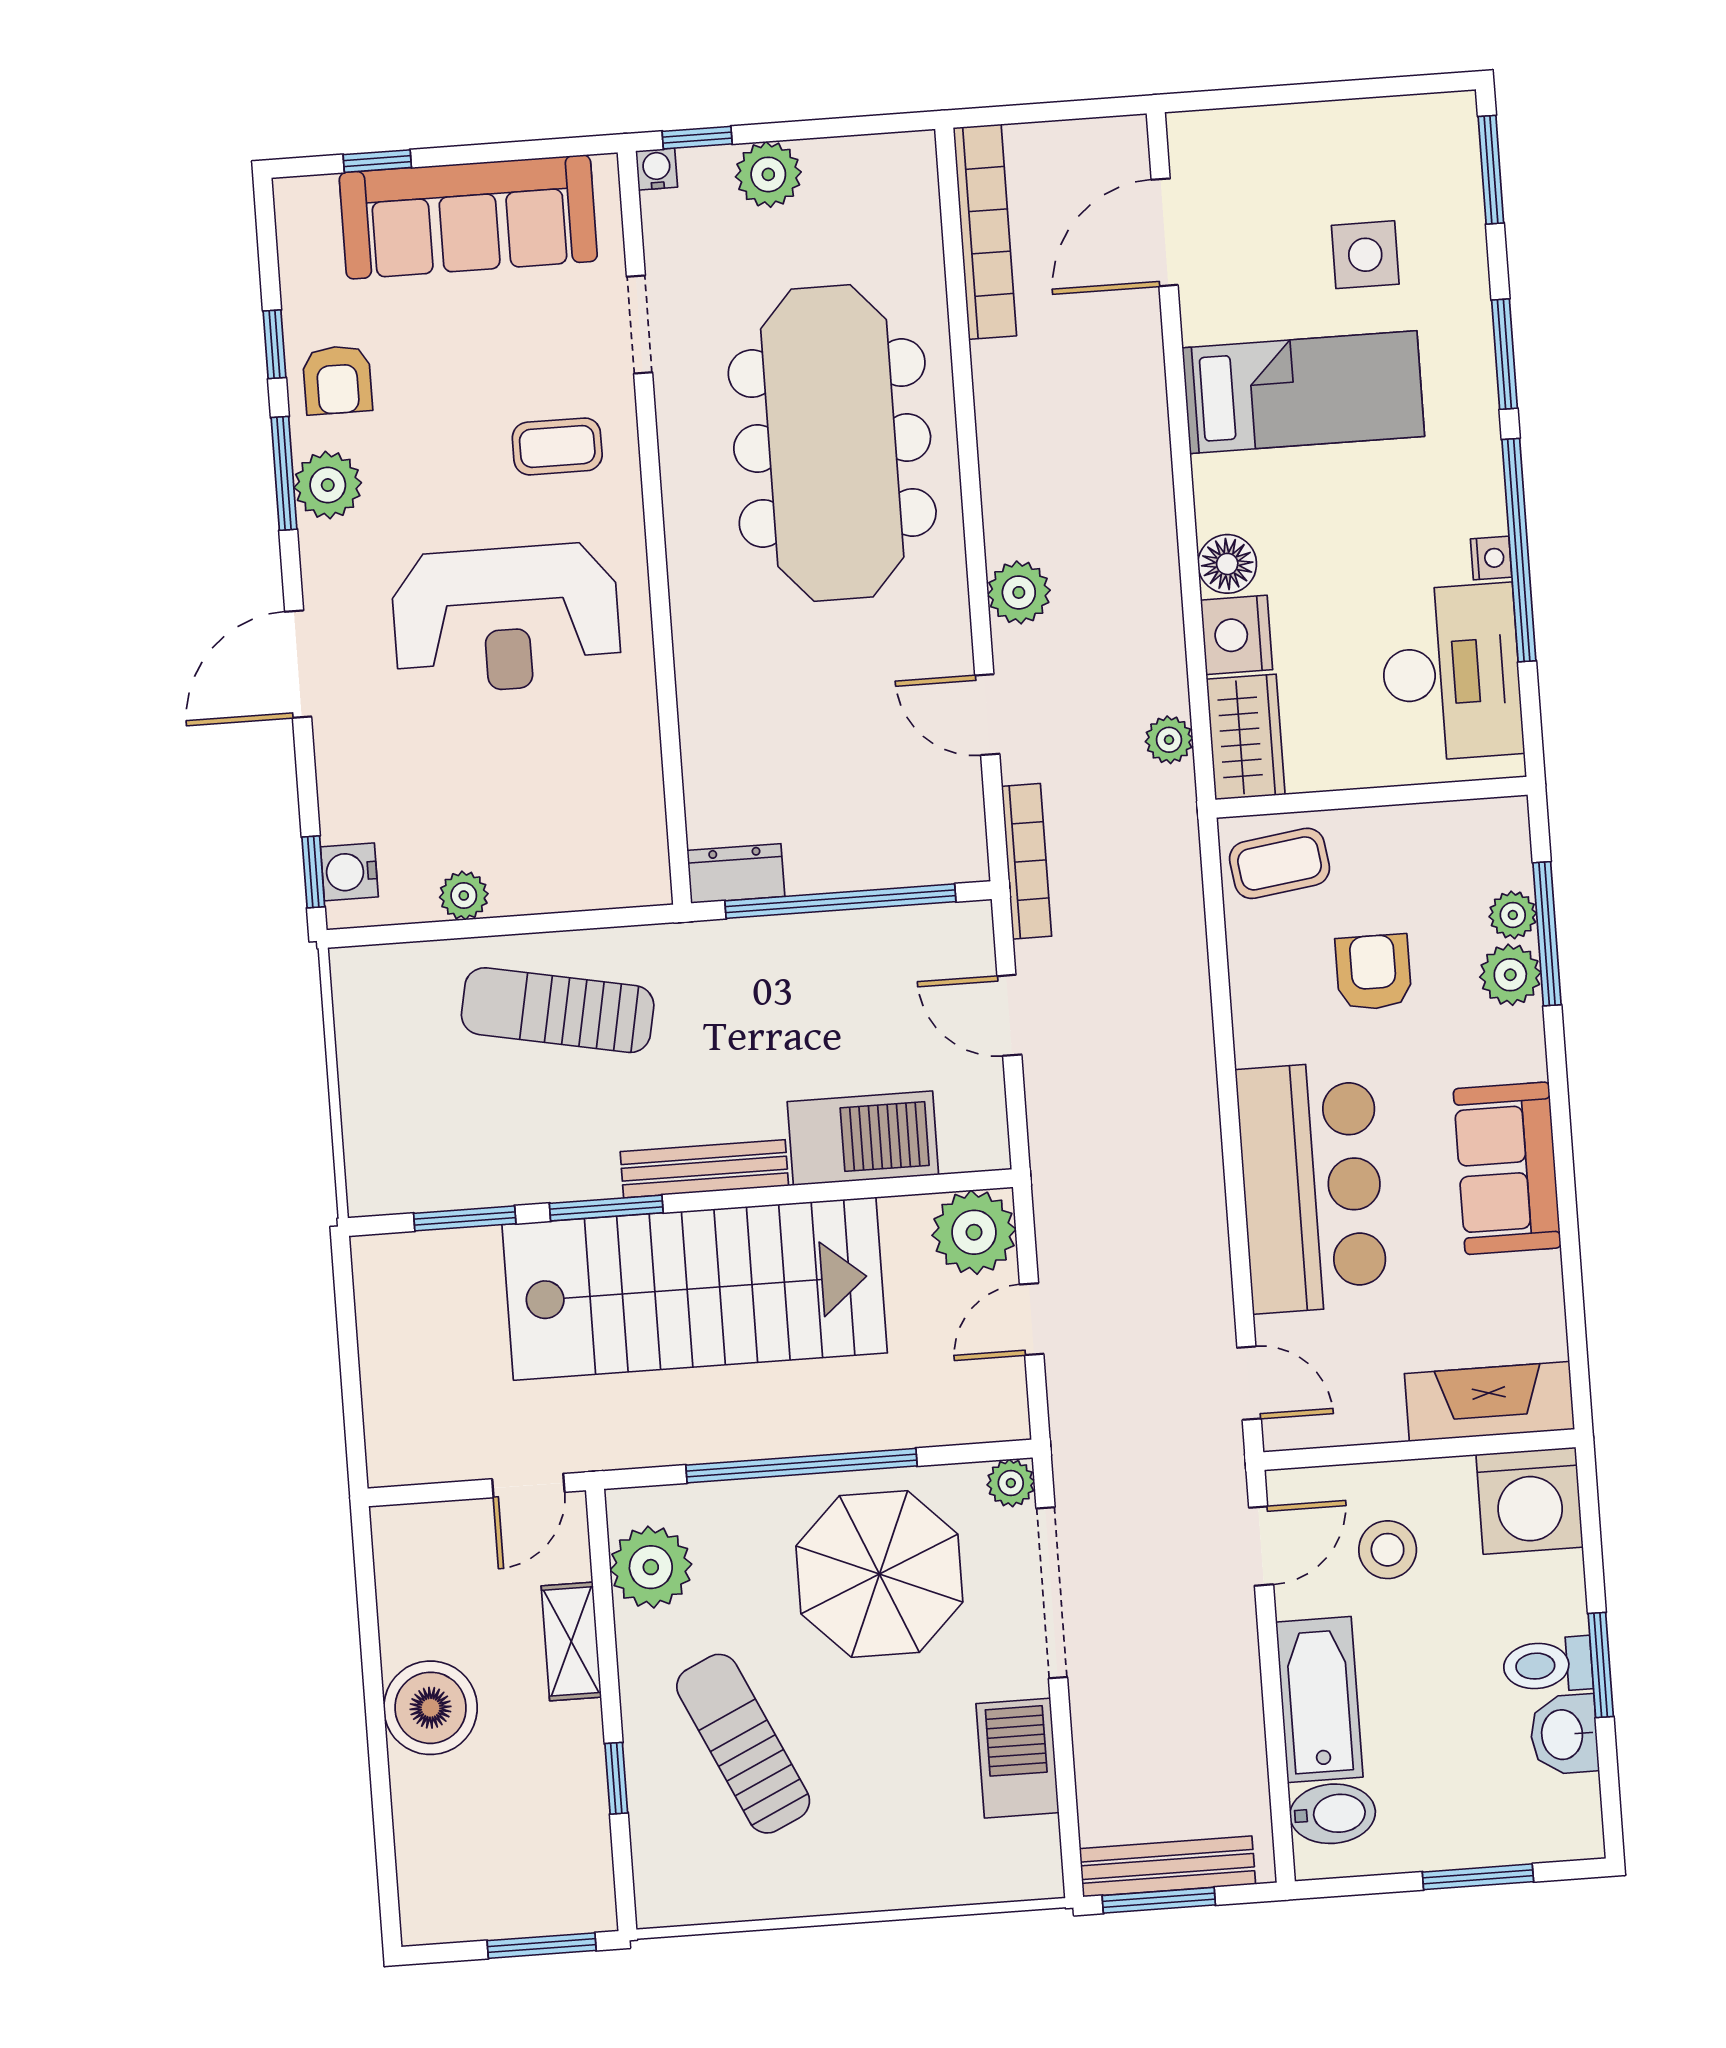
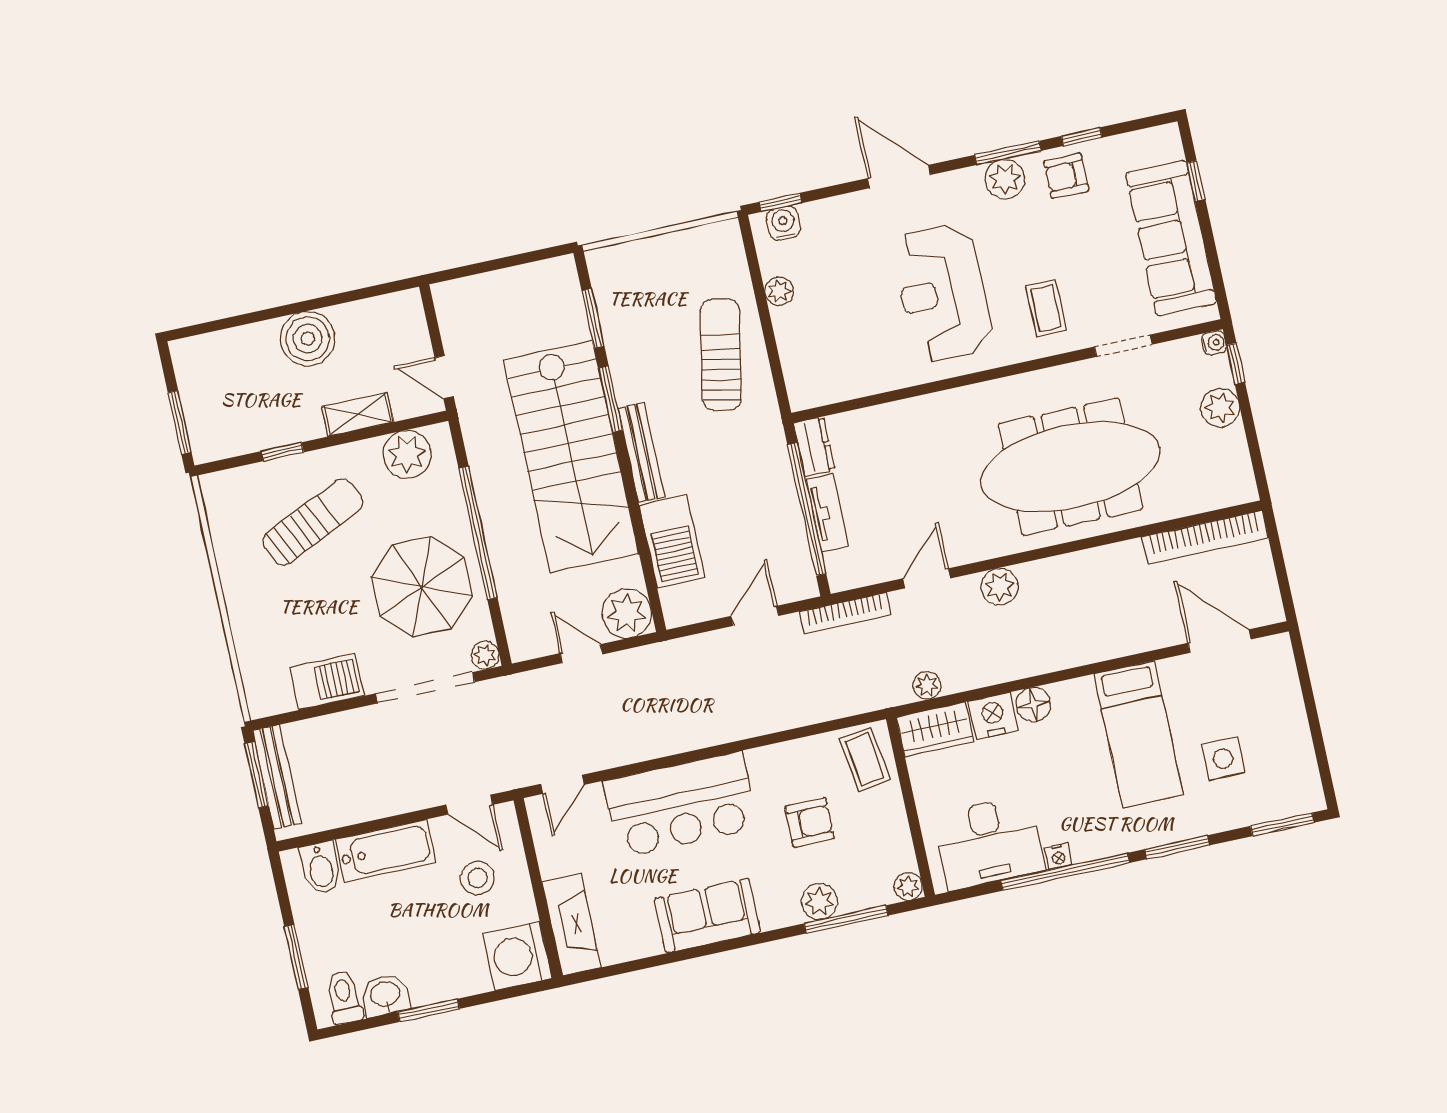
tv unit: (851, 867) -> (827, 513), added
plant: (1513, 915) -> (908, 886), moved
toilet: (1548, 1665) -> (344, 997), moved

